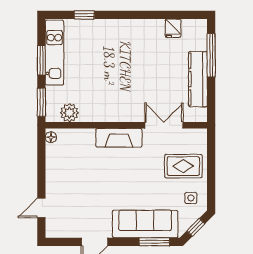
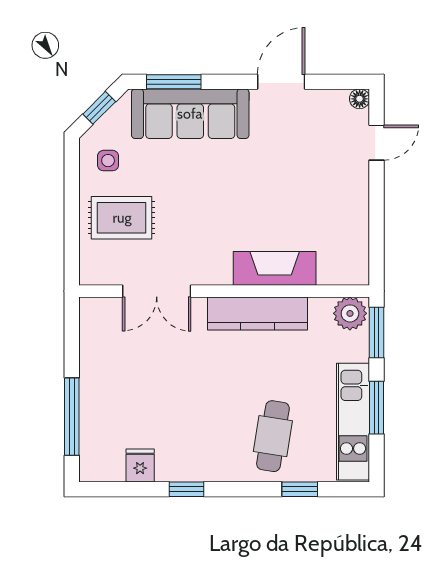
window: (147, 15) -> (187, 489), added
cafe table: (99, 44) -> (273, 436), added
kitchen counter: (198, 79) -> (258, 313), moved, turned 90
plant: (69, 113) -> (350, 313), moved
floor lamp: (51, 137) -> (360, 99), moved
fireplace: (119, 138) -> (275, 268), moved

